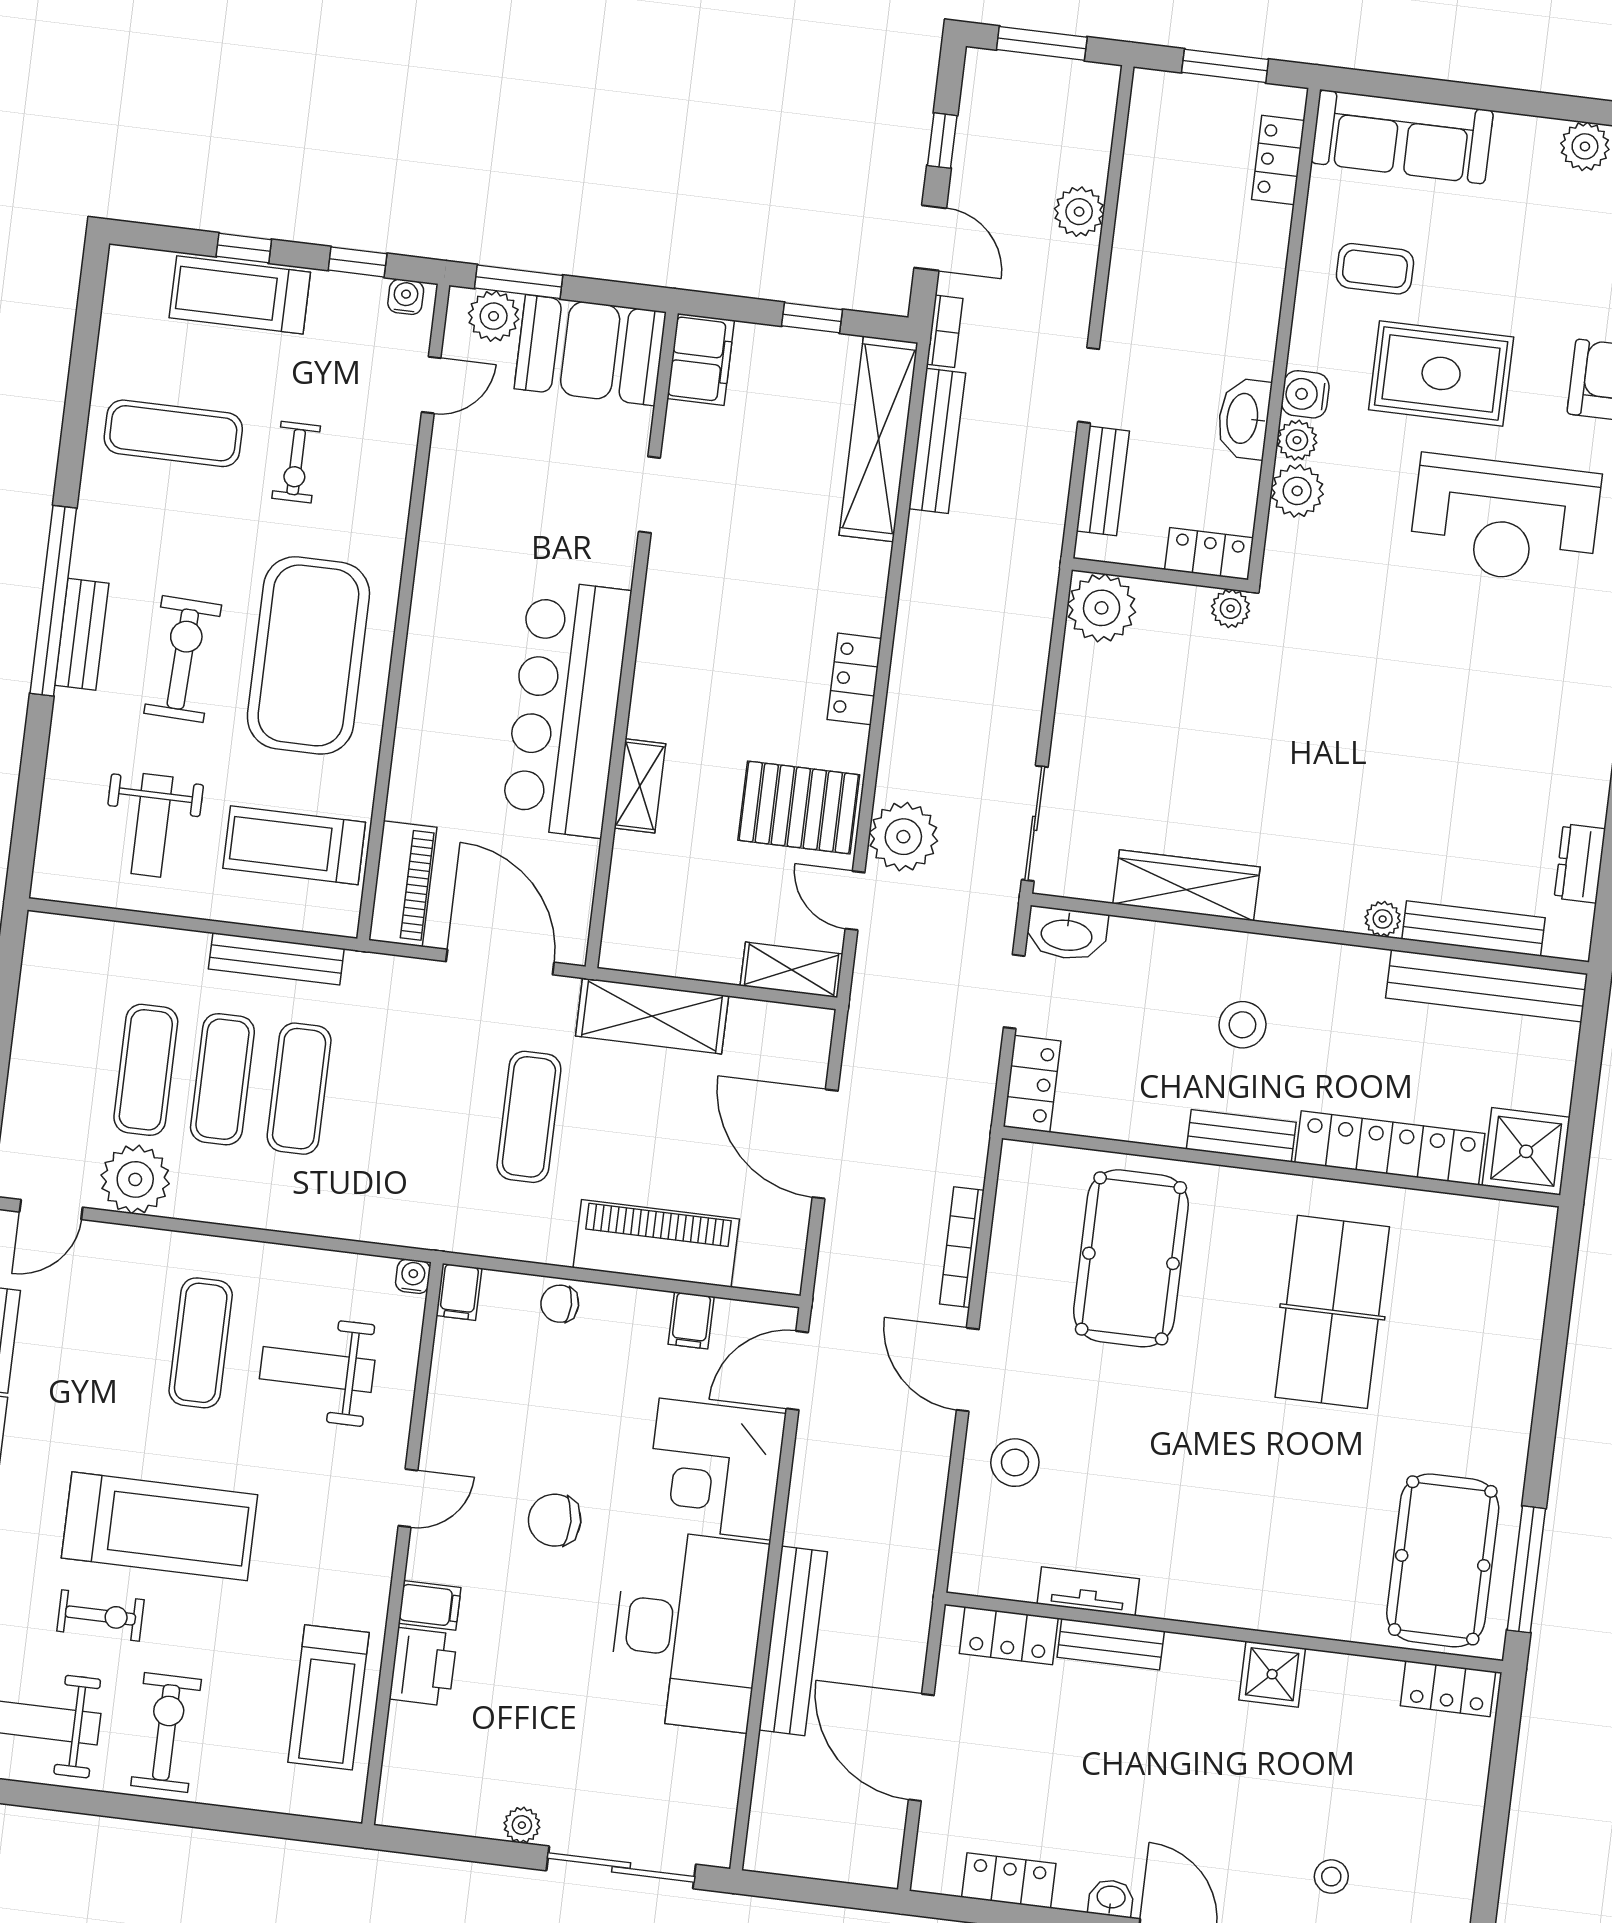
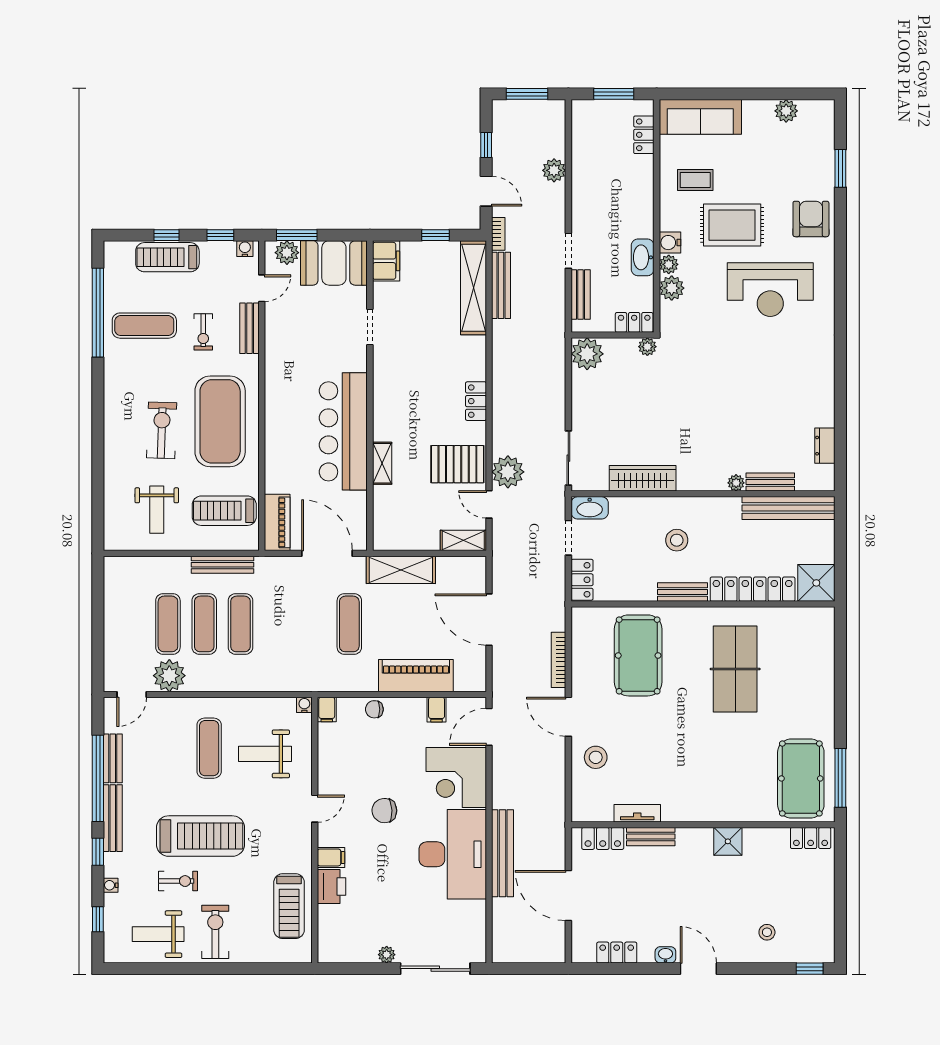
window: (53, 601) -> (98, 313), moved
bench: (82, 634) -> (249, 328), moved
bench: (1473, 928) -> (770, 482), width x0.73

